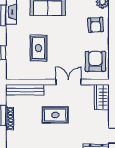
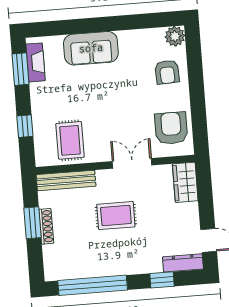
rug: (39, 48) -> (70, 140), moved

